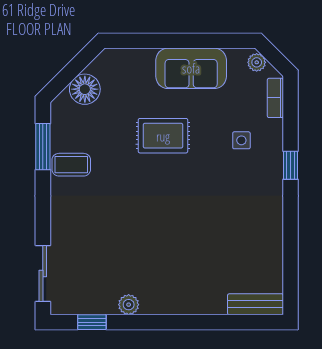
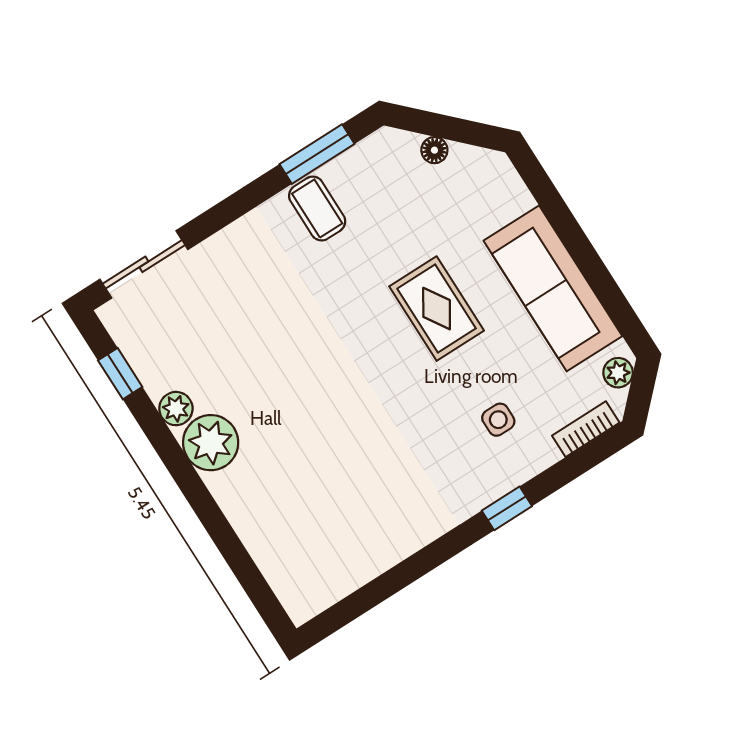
sofa: (191, 68) -> (553, 288), width x1.36
floor lamp: (85, 89) -> (434, 150), width x0.53, depth x0.53
plant: (158, 298) -> (211, 443), added
bench: (255, 304) -> (287, 581), removed

